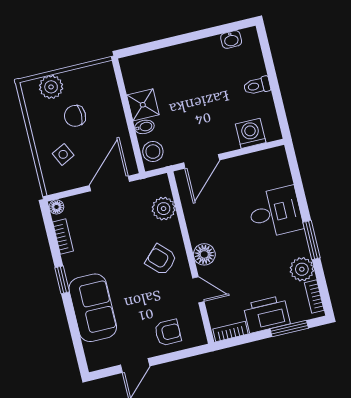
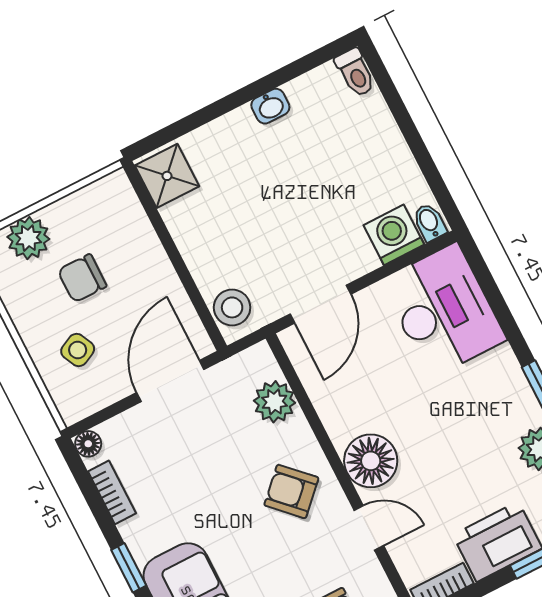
washbasin: (231, 40) -> (270, 106), moved
toilet: (257, 86) -> (355, 73), moved, turned -90
shower: (143, 105) -> (167, 176), moved
bidet: (144, 127) -> (430, 222), moved, turned -90
desk: (275, 212) -> (443, 310), moved, width x1.37
floor lamp: (204, 254) -> (371, 461), width x1.38, depth x1.38

